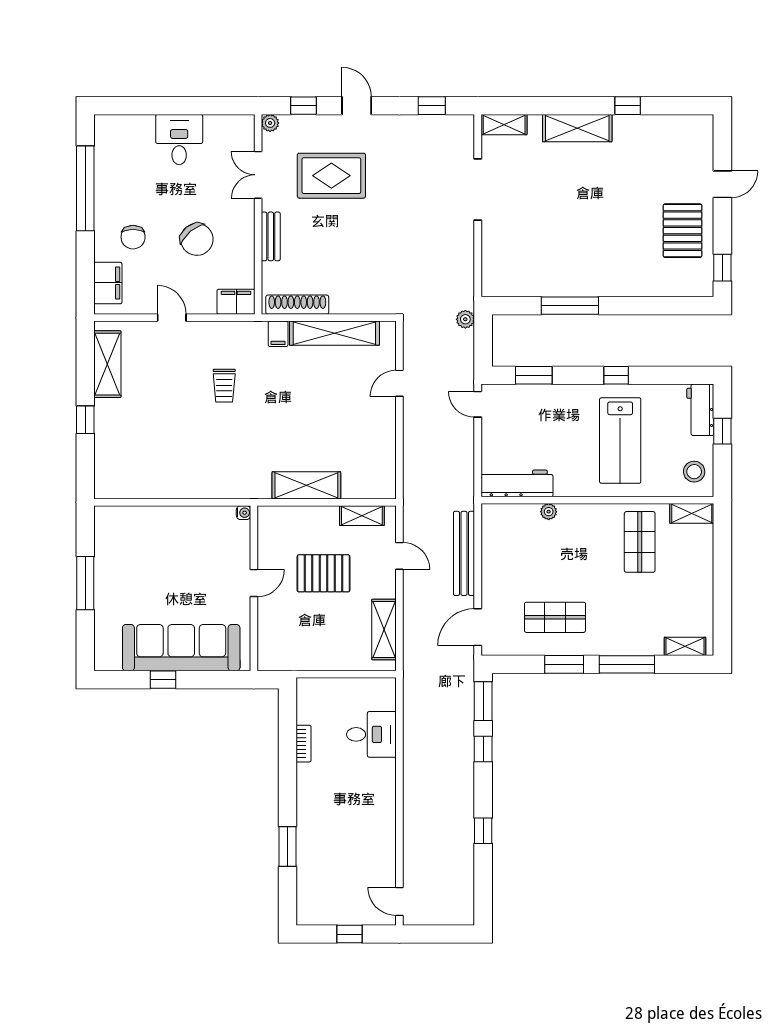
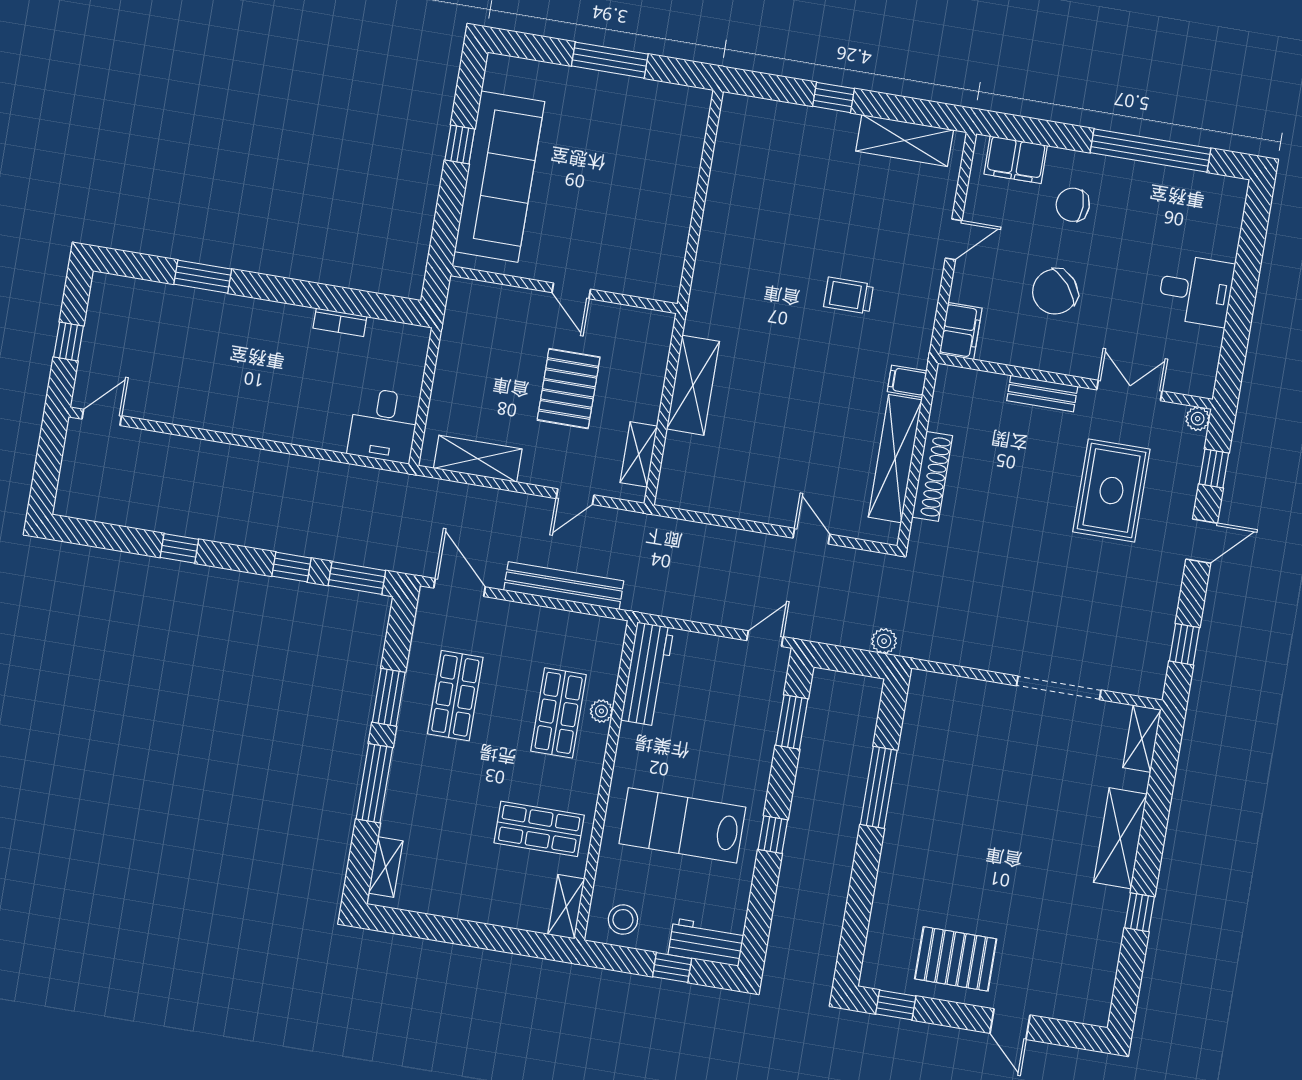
shoe rack: (297, 305) -> (932, 476), moved
water cooler: (243, 513) -> (670, 293), removed
shop shelf: (555, 542) -> (559, 713), added
desk: (371, 734) -> (384, 425), moved

